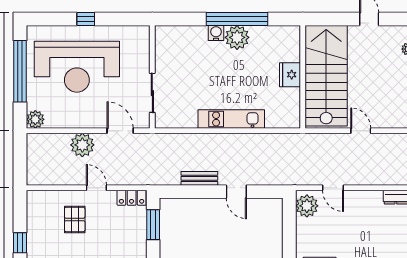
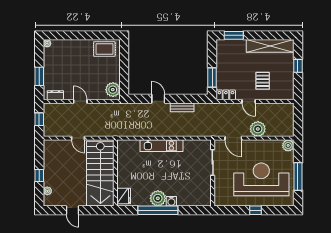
window: (20, 71) -> (298, 177), width x0.68
fridge: (290, 75) -> (124, 196), moved
door: (333, 188) -> (80, 101), moved

